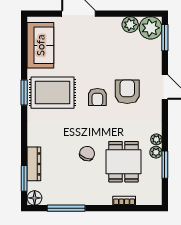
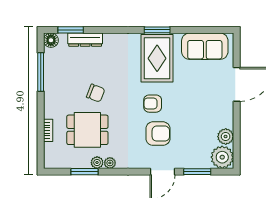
window: (165, 38) -> (197, 172), moved

